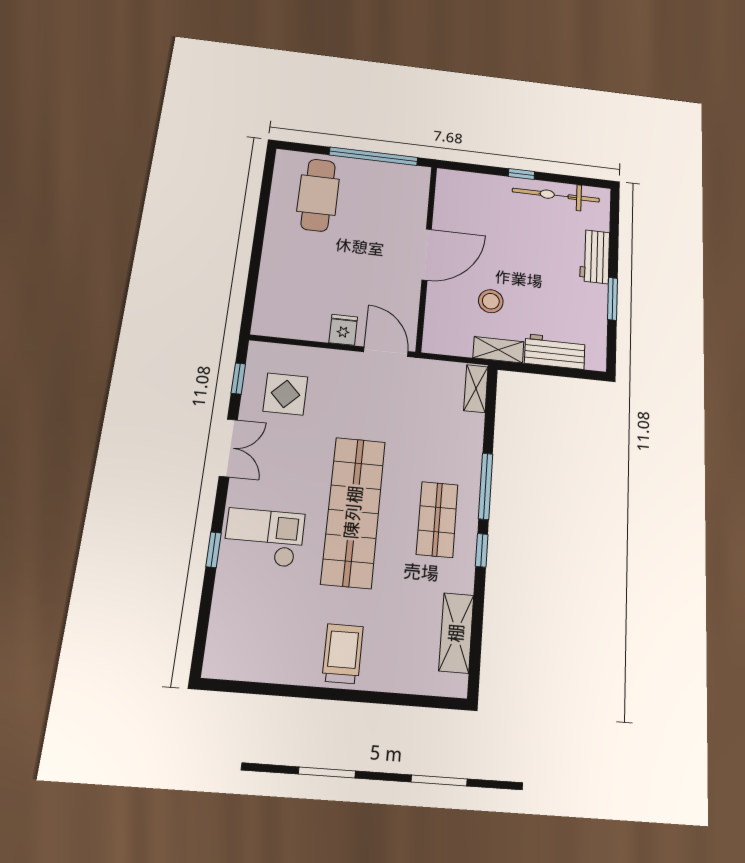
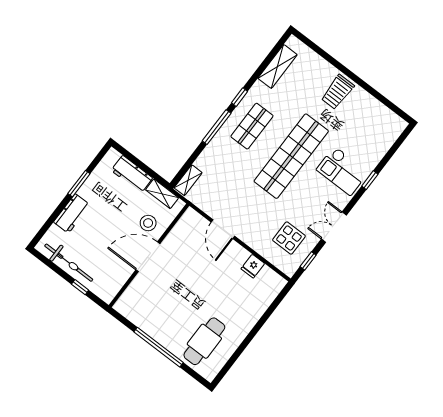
door: (427, 254) -> (148, 257), moved
wall: (426, 257) -> (149, 255), moved
fridge: (343, 330) -> (253, 266), moved

